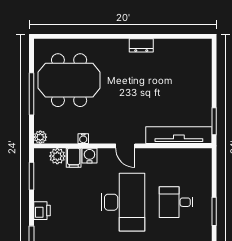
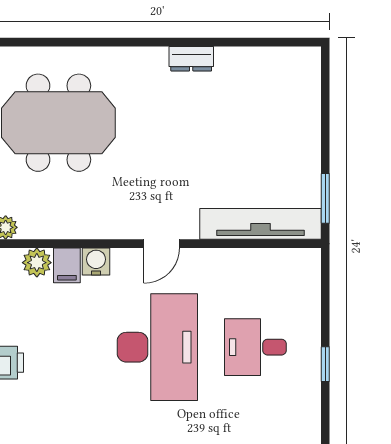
water cooler: (83, 139) -> (85, 230), removed
door: (125, 146) -> (162, 244), hinge flipped
window: (214, 211) -> (325, 364), width x0.67

